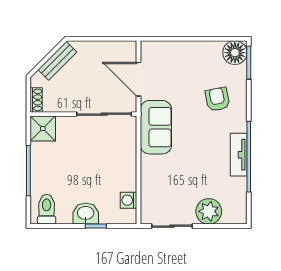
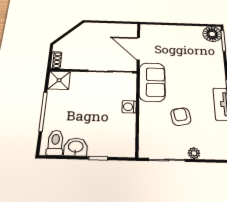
bench: (57, 61) -> (76, 35), removed
armchair: (217, 99) -> (181, 117), moved
washing machine: (129, 200) -> (129, 107), moved
plant: (209, 211) -> (194, 153), width x0.53, depth x0.53
washbasin: (86, 214) -> (76, 147), moved

